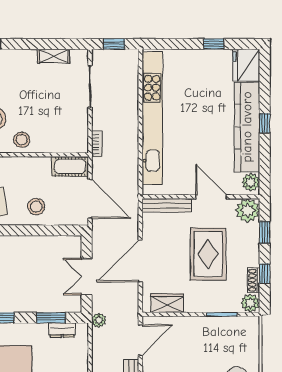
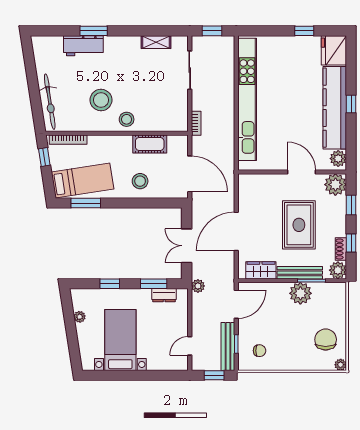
cot: (70, 166) -> (150, 144), moved
bench: (167, 205) -> (300, 273), moved
plant: (210, 328) -> (300, 293), added

